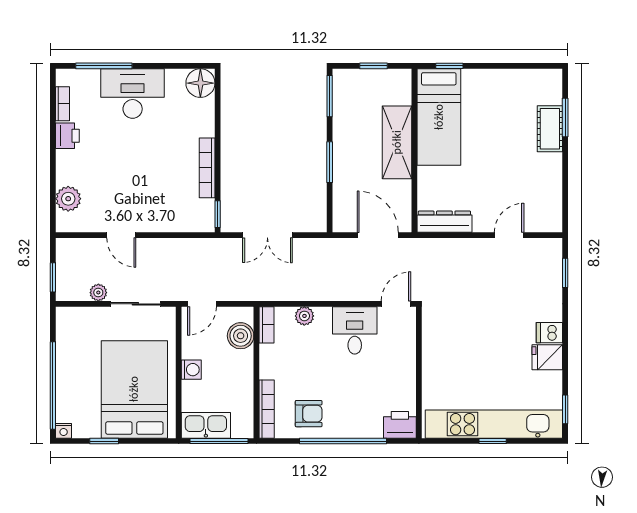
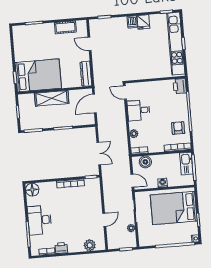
bed: (439, 117) -> (38, 75), width x1.50
cot: (550, 129) -> (65, 27), moved
kitchen sink: (206, 425) -> (186, 164), moved

